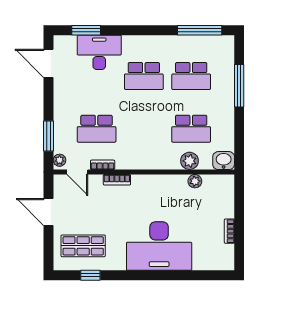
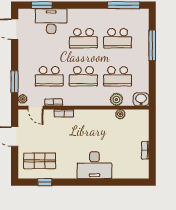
school desk: (144, 129) -> (83, 76), added
desk: (159, 246) -> (94, 165), width x0.73, depth x0.77

